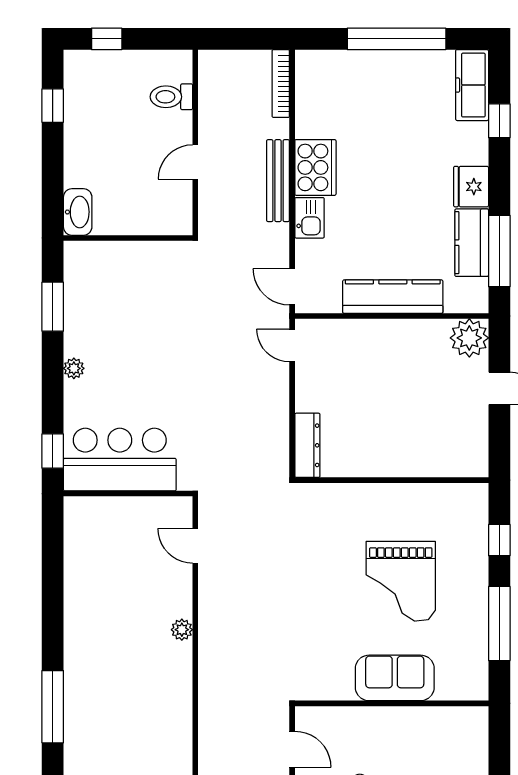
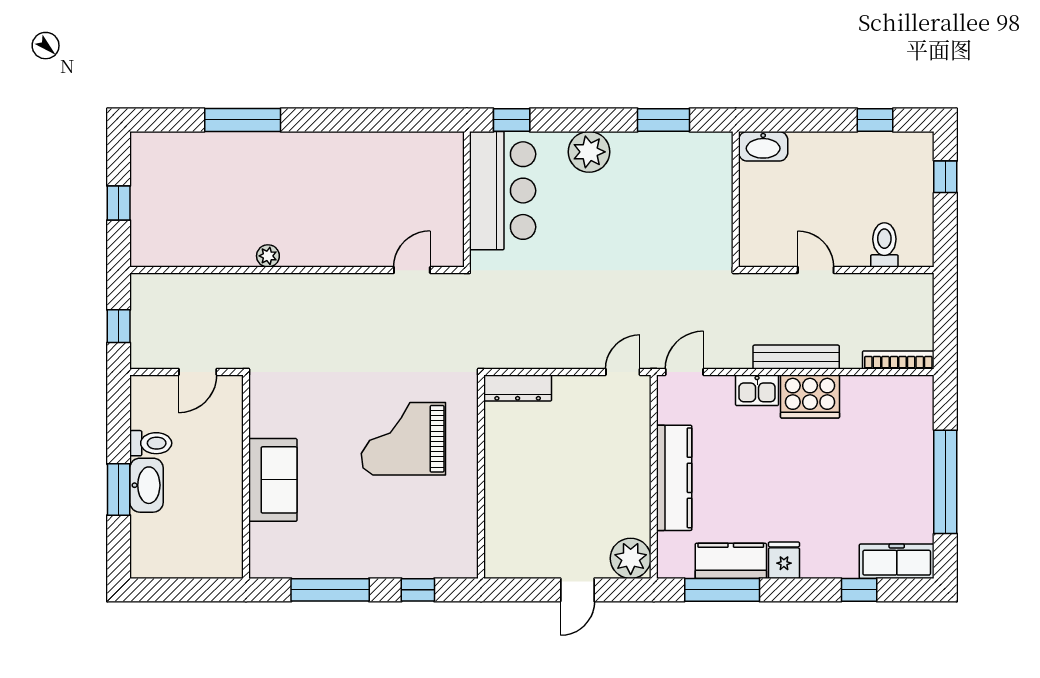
fridge: (471, 187) -> (784, 560), width x0.72
plant: (74, 368) -> (589, 152), width x1.87, depth x1.87
grand piano: (401, 581) -> (403, 439), moved
plant: (182, 630) -> (268, 256), moved

